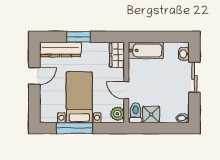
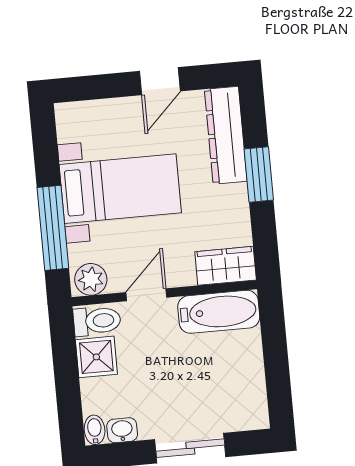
bathtub: (146, 50) -> (219, 312), moved, turned -90
washbasin: (184, 54) -> (122, 430), moved
door: (34, 76) -> (160, 81), hinge flipped
window: (74, 128) -> (53, 228), moved

